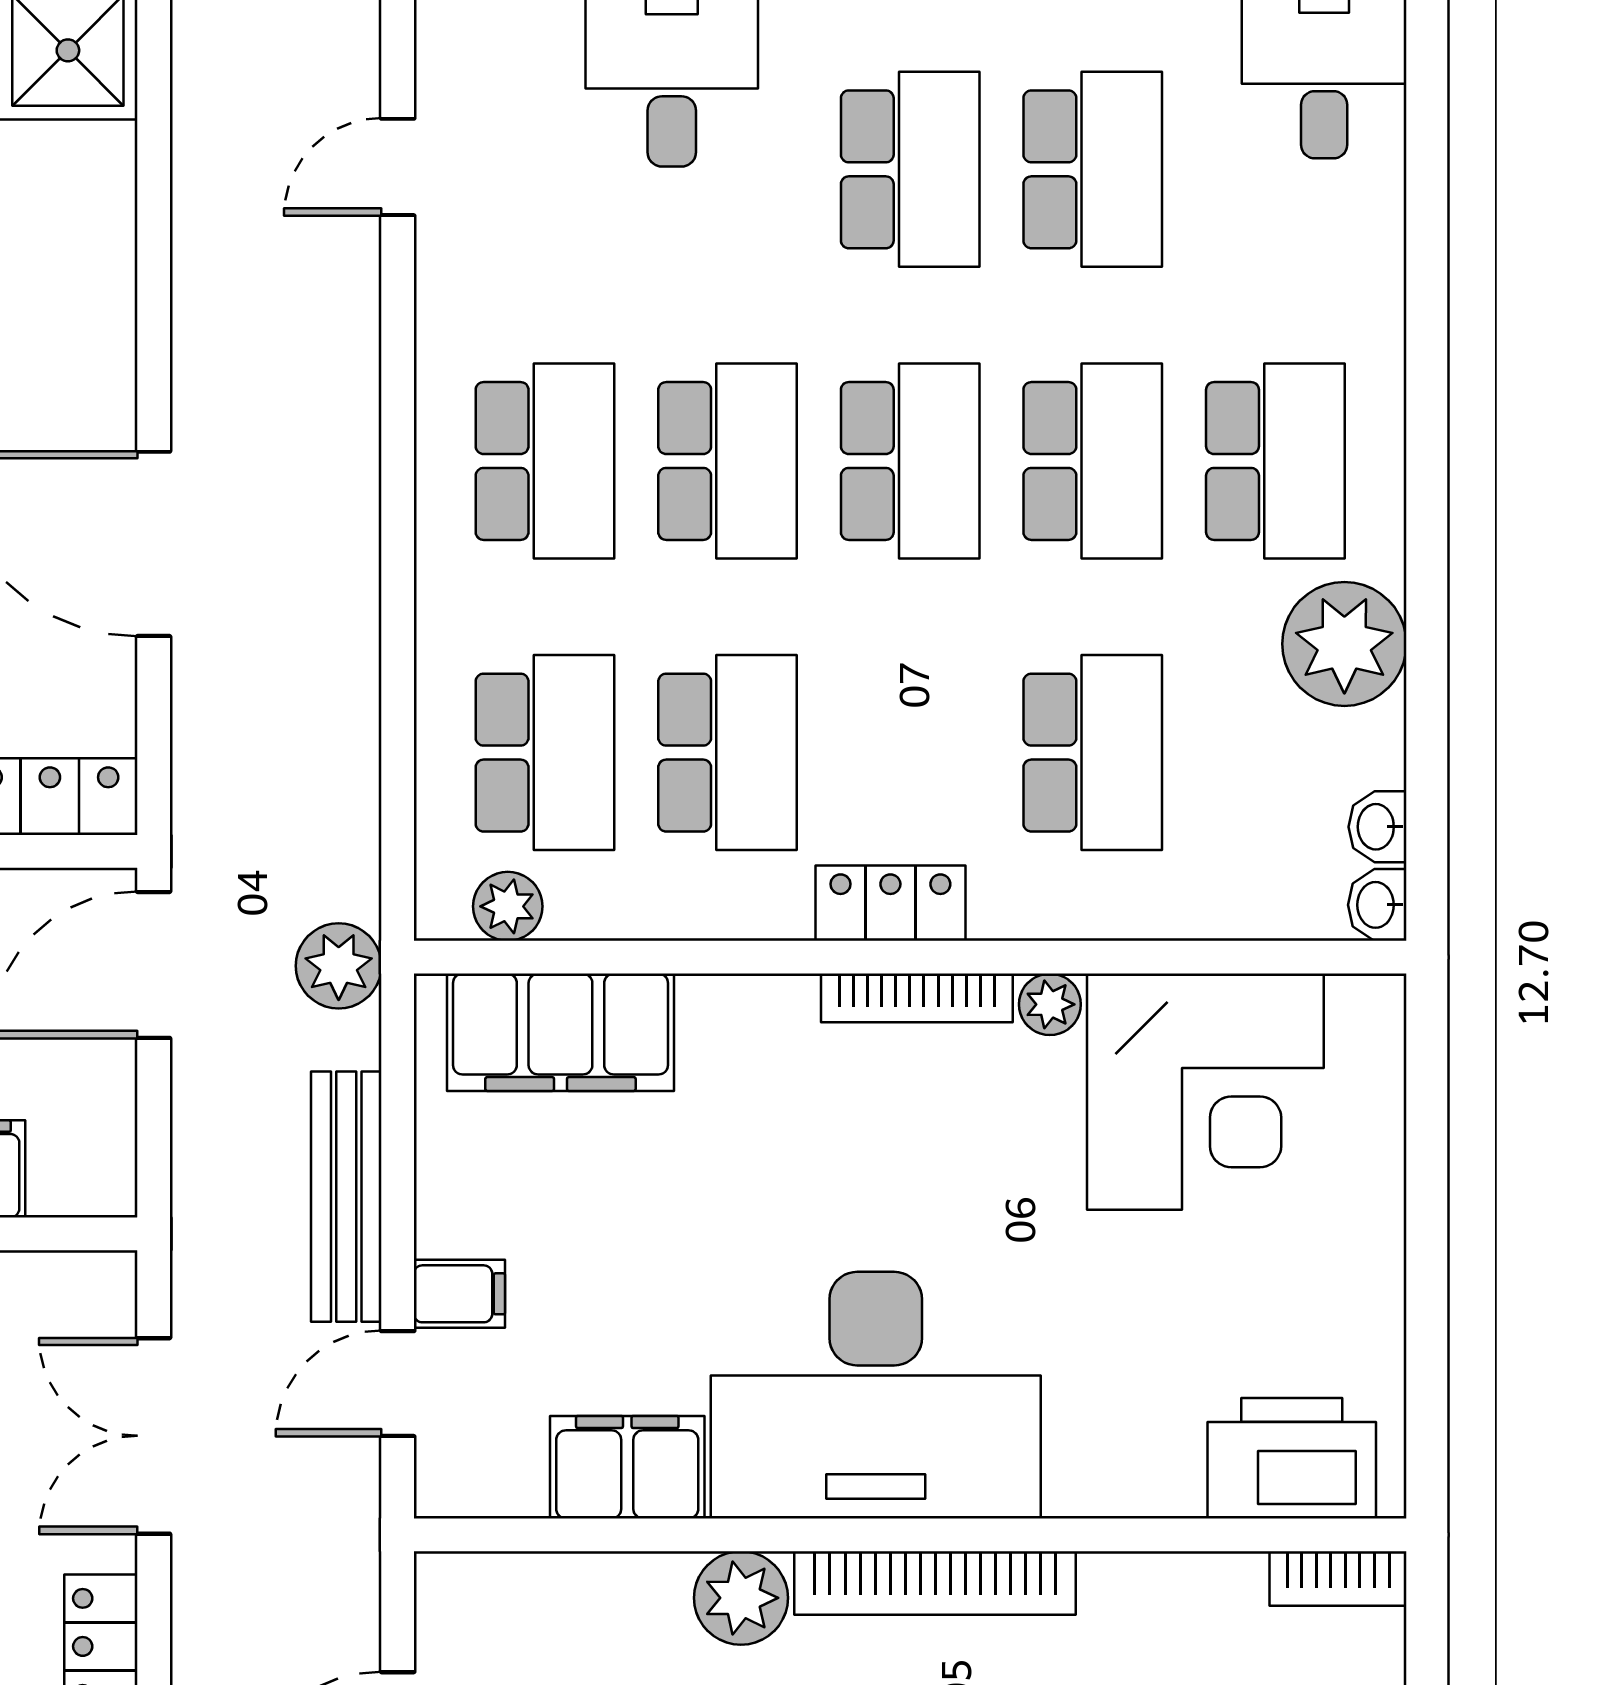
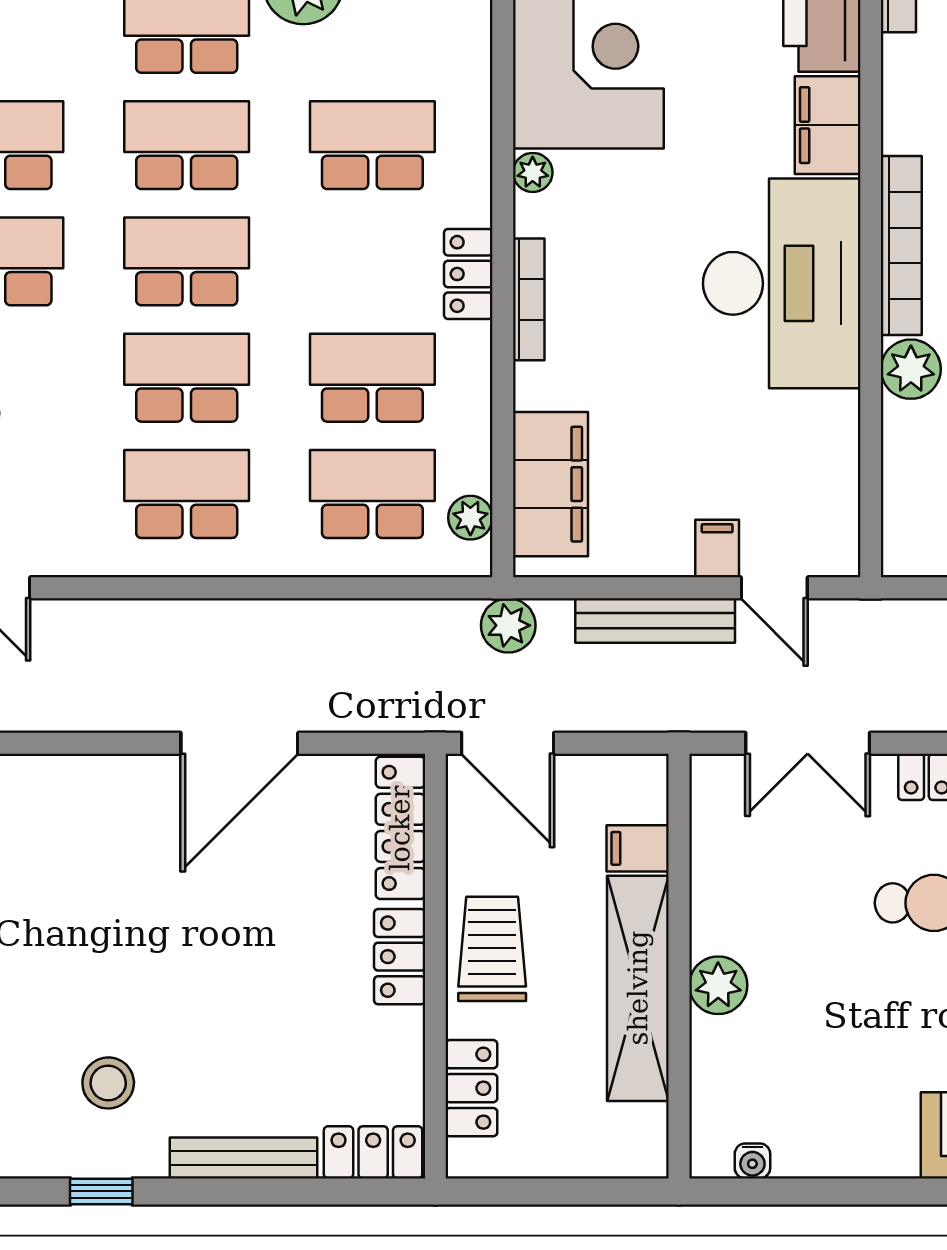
bookcase: (917, 998) -> (529, 299), moved
filing cabinet: (627, 1467) -> (828, 125), moved

